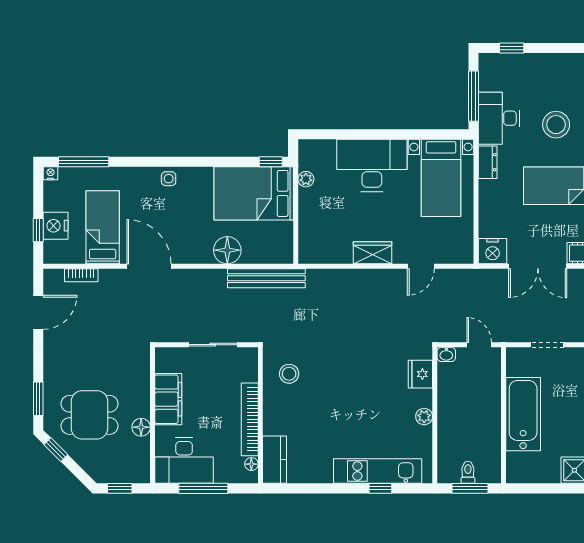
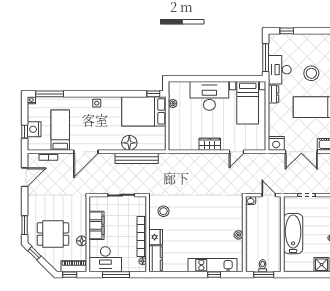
door: (149, 266) -> (86, 152), swing flipped
bench: (266, 278) -> (137, 158), moved
fridge: (420, 374) -> (156, 237), moved, turned 180
piano: (127, 473) -> (74, 266), added

